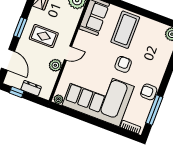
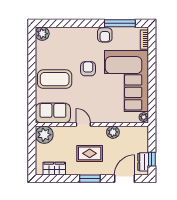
rug: (44, 36) -> (90, 153), turned 90
door: (68, 53) -> (83, 125), moved
armchair: (123, 64) -> (88, 69), turned 90
dresser: (31, 88) -> (143, 162), moved

